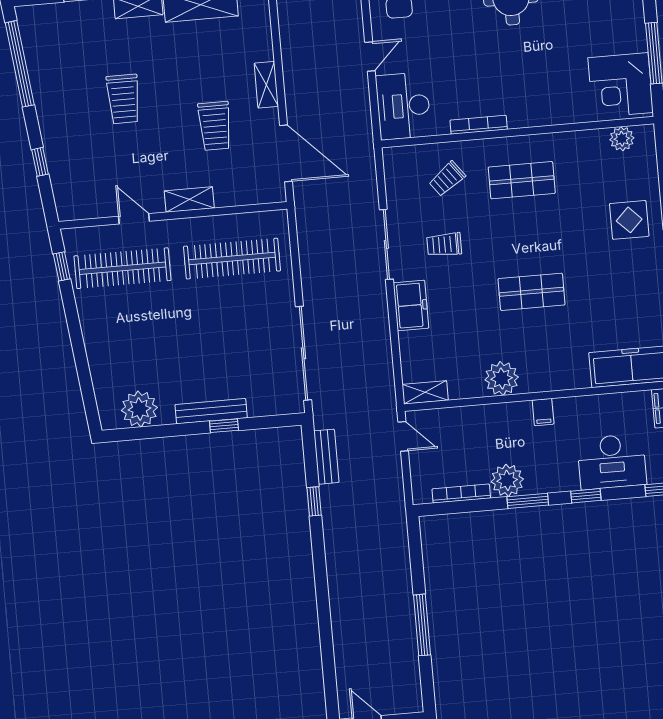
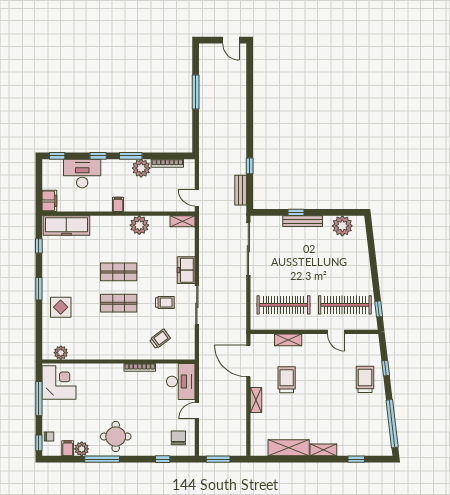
trolley: (123, 99) -> (365, 379), moved
shop shelf: (522, 180) -> (119, 303), moved
shelving: (189, 200) -> (288, 340), moved

